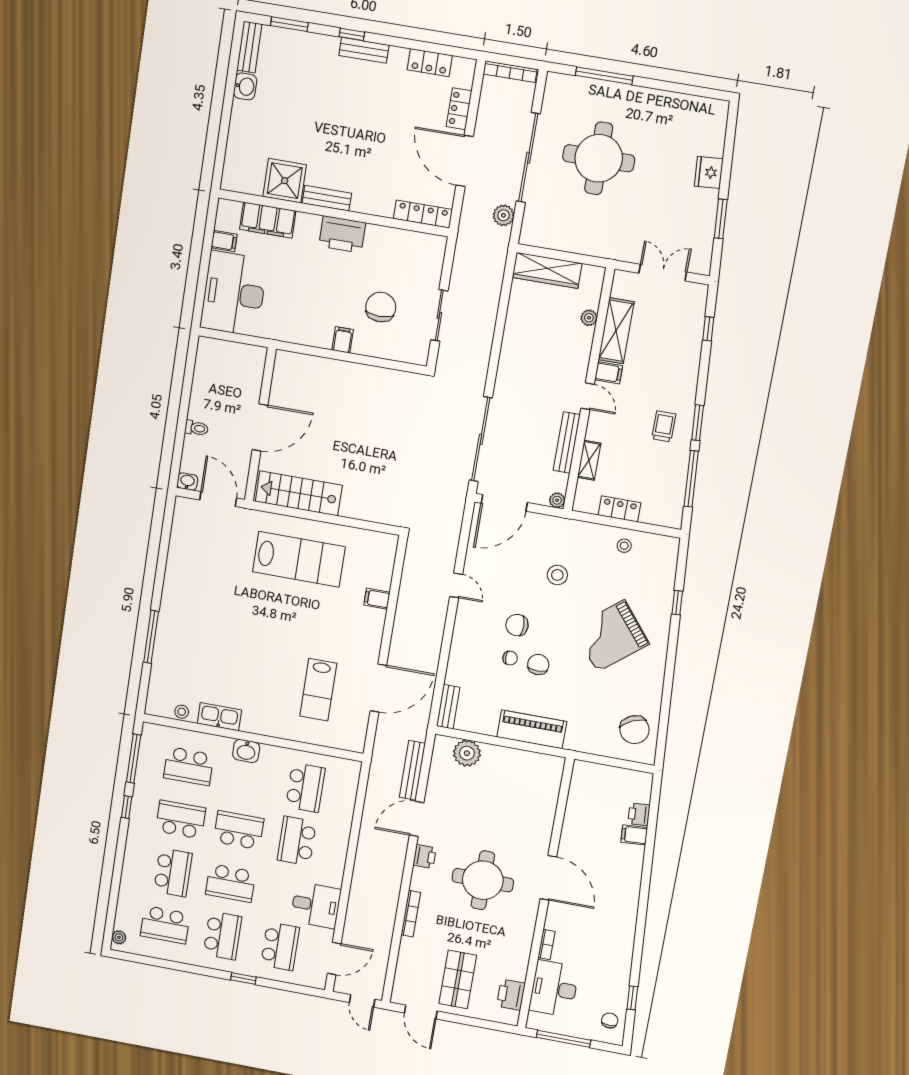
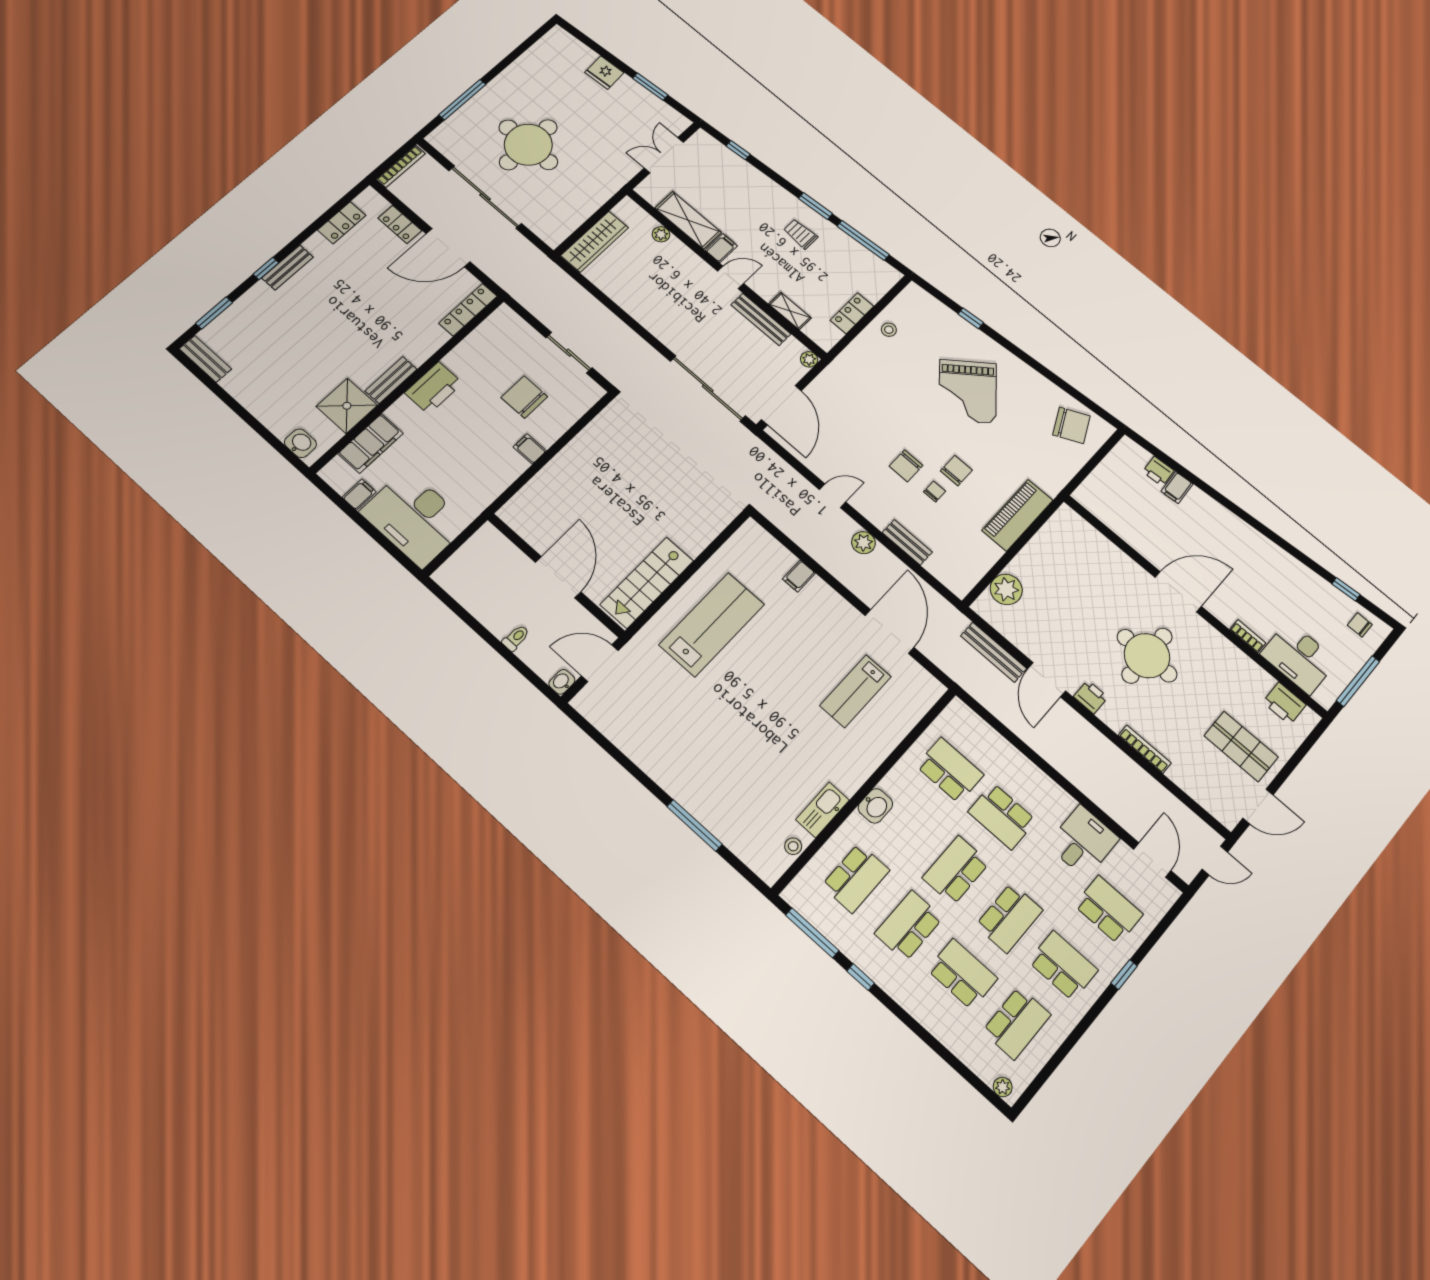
washbasin: (245, 86) -> (300, 443), moved
plant: (504, 215) -> (863, 543), moved
stool: (557, 575) -> (880, 402), removed
chair: (538, 665) -> (956, 471), turned 90
lab bench: (318, 690) -> (855, 691), turned 90
bench: (448, 707) -> (907, 542), moved

